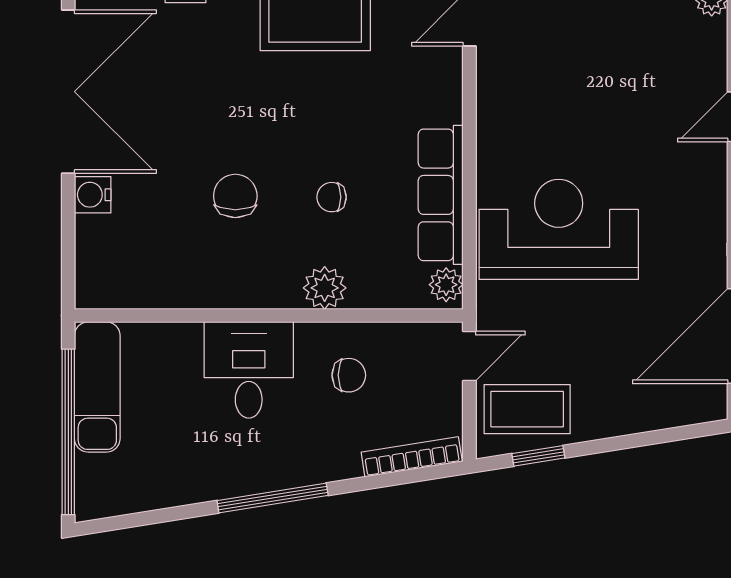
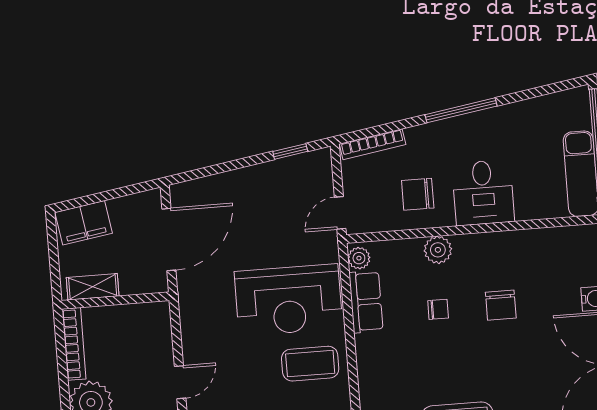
row of seats: (441, 195) -> (366, 302), width x0.68
chair: (349, 375) -> (418, 194), width x1.37, depth x1.37
coffee table: (527, 409) -> (310, 364), moved

